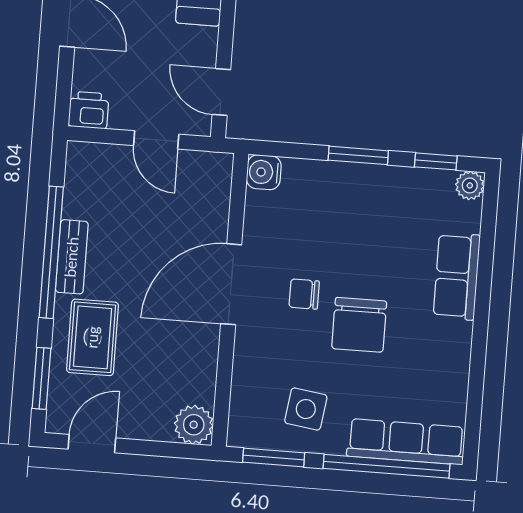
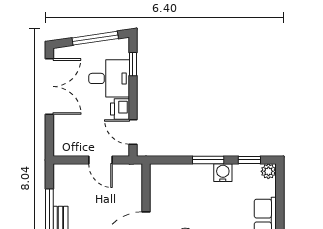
printer: (89, 110) -> (120, 109), moved, turned -90
water cooler: (264, 172) -> (223, 173), moved, turned 90

